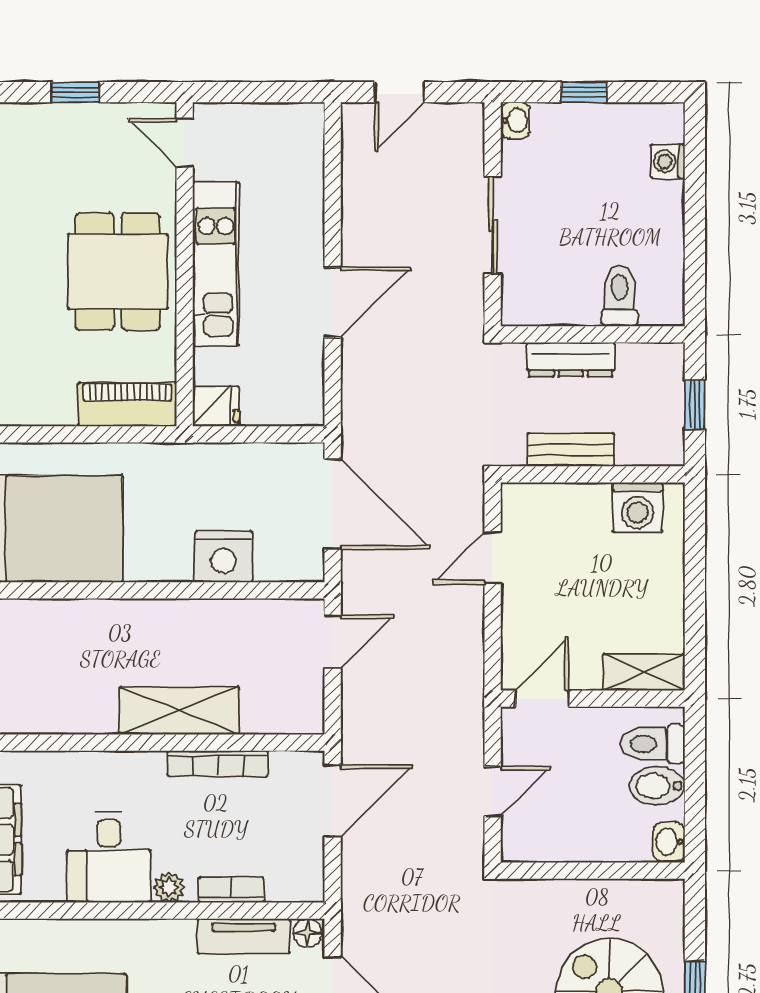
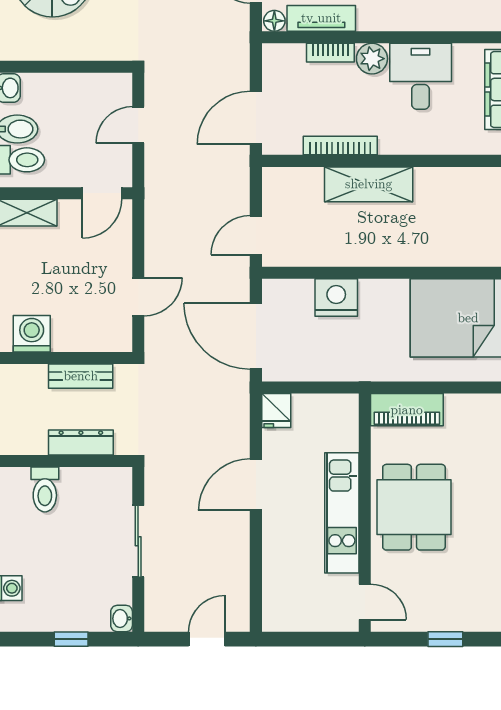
fridge: (216, 406) -> (276, 411), moved, turned -90
plant: (169, 887) -> (372, 59), width x1.38, depth x1.38

